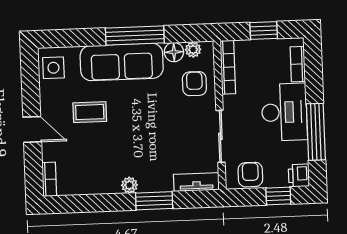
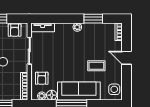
window: (154, 201) -> (93, 19), moved

